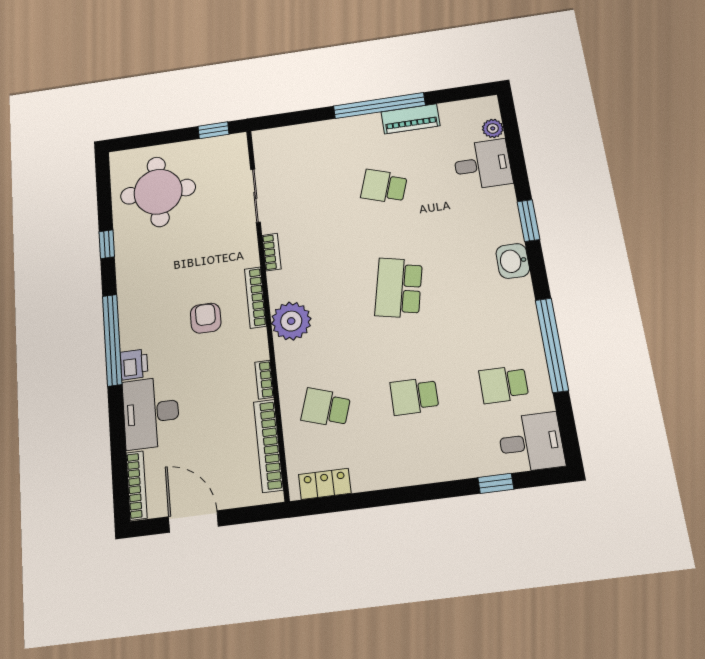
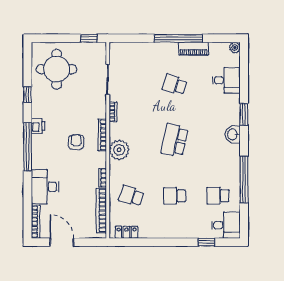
plant: (493, 128) -> (235, 48), moved
printer: (134, 364) -> (38, 126), moved

